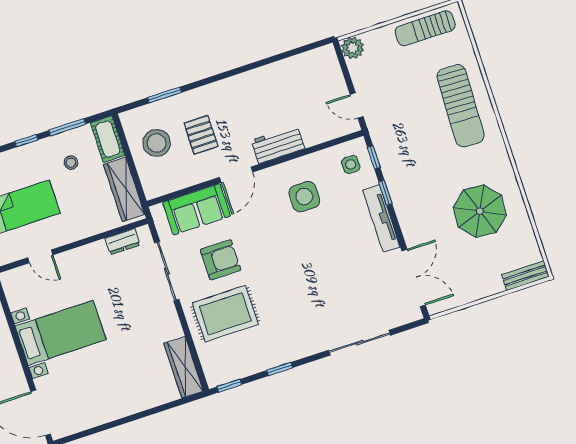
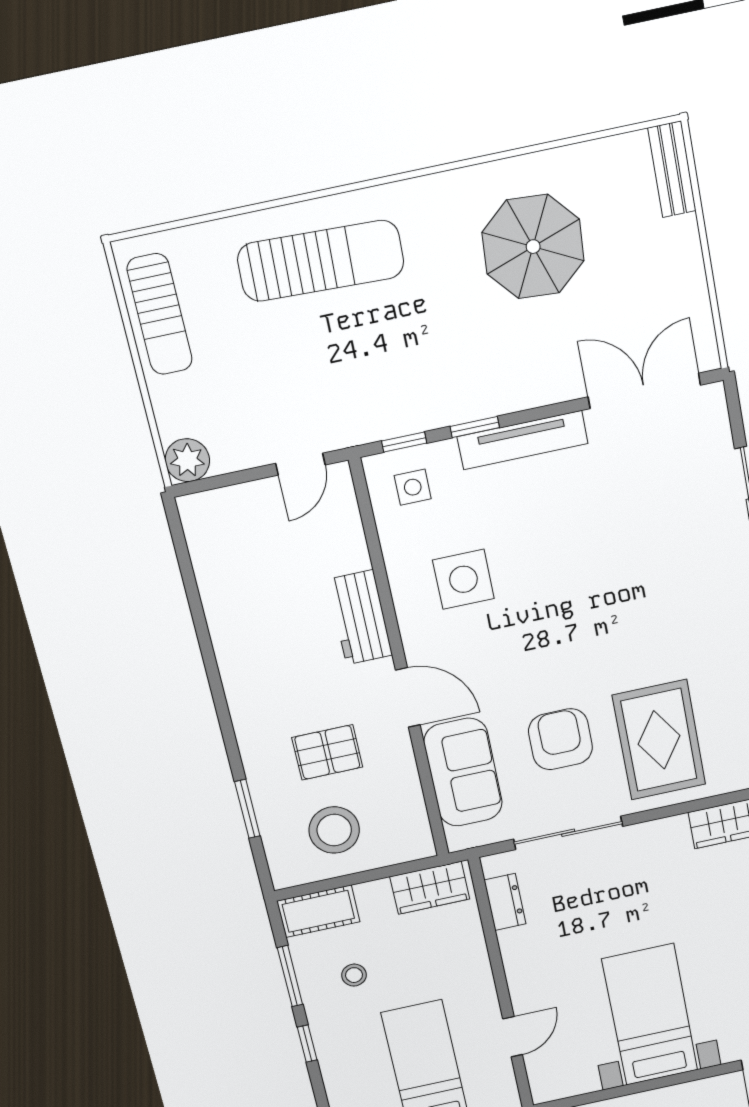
wardrobe: (124, 189) -> (430, 888), width x0.67

